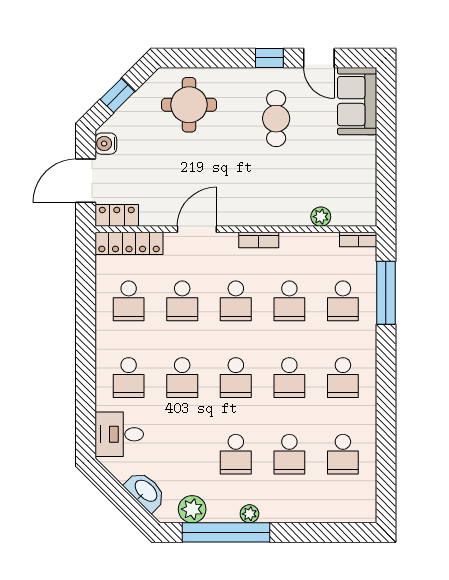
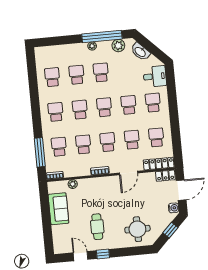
sofa: (357, 101) -> (58, 209), moved

